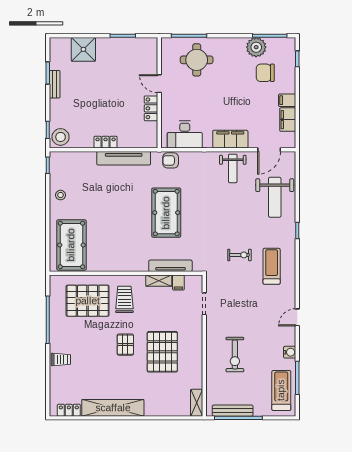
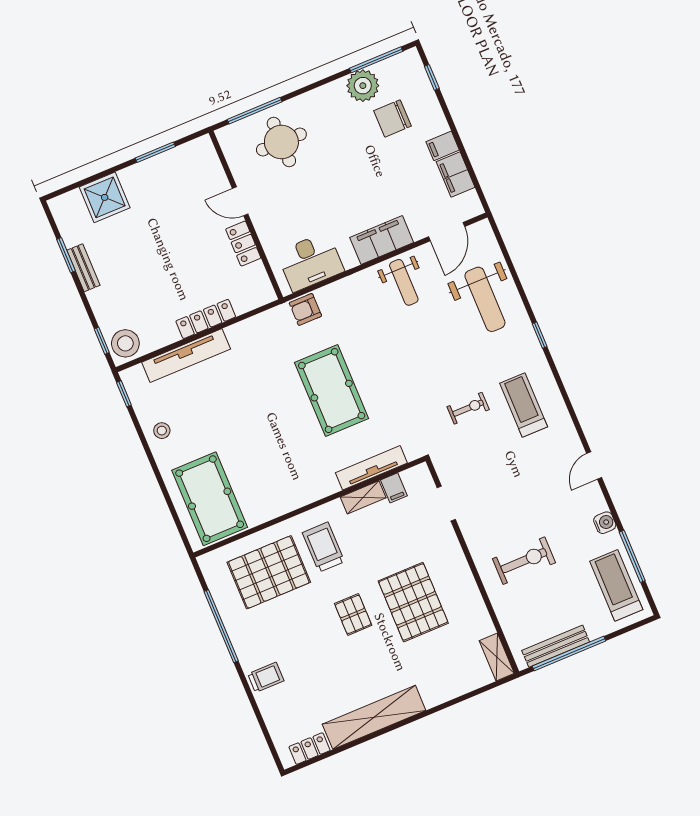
locker: (106, 142) -> (206, 319), width x1.53
tv unit: (124, 158) -> (186, 356), moved
exercise bike: (235, 355) -> (524, 561), turned -90

